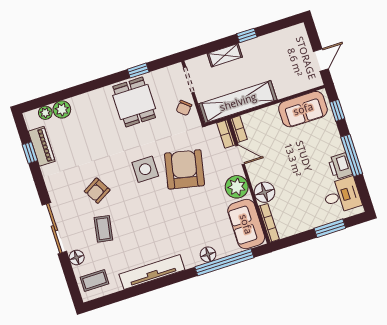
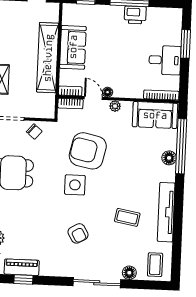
shelving: (238, 102) -> (48, 58), moved
sofa: (303, 109) -> (73, 47), moved
door: (240, 155) -> (93, 98), hinge flipped
plant: (237, 187) -> (115, 106), width x0.53, depth x0.53
floor lamp: (265, 192) -> (108, 92), moved, width x0.53, depth x0.53
desk: (342, 196) -> (165, 60), moved, turned 90
coffee table: (103, 229) -> (127, 217), moved

